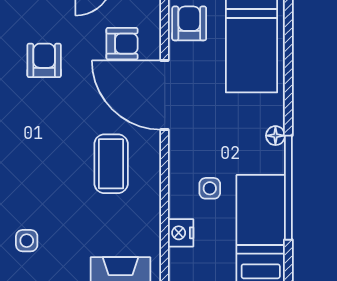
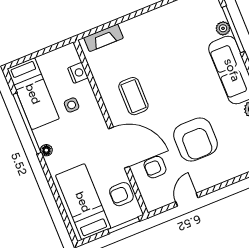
armchair: (189, 23) -> (121, 194), turned 90
armchair: (44, 60) -> (195, 140), width x1.88, depth x1.88
side table: (27, 241) -> (164, 33), removed

